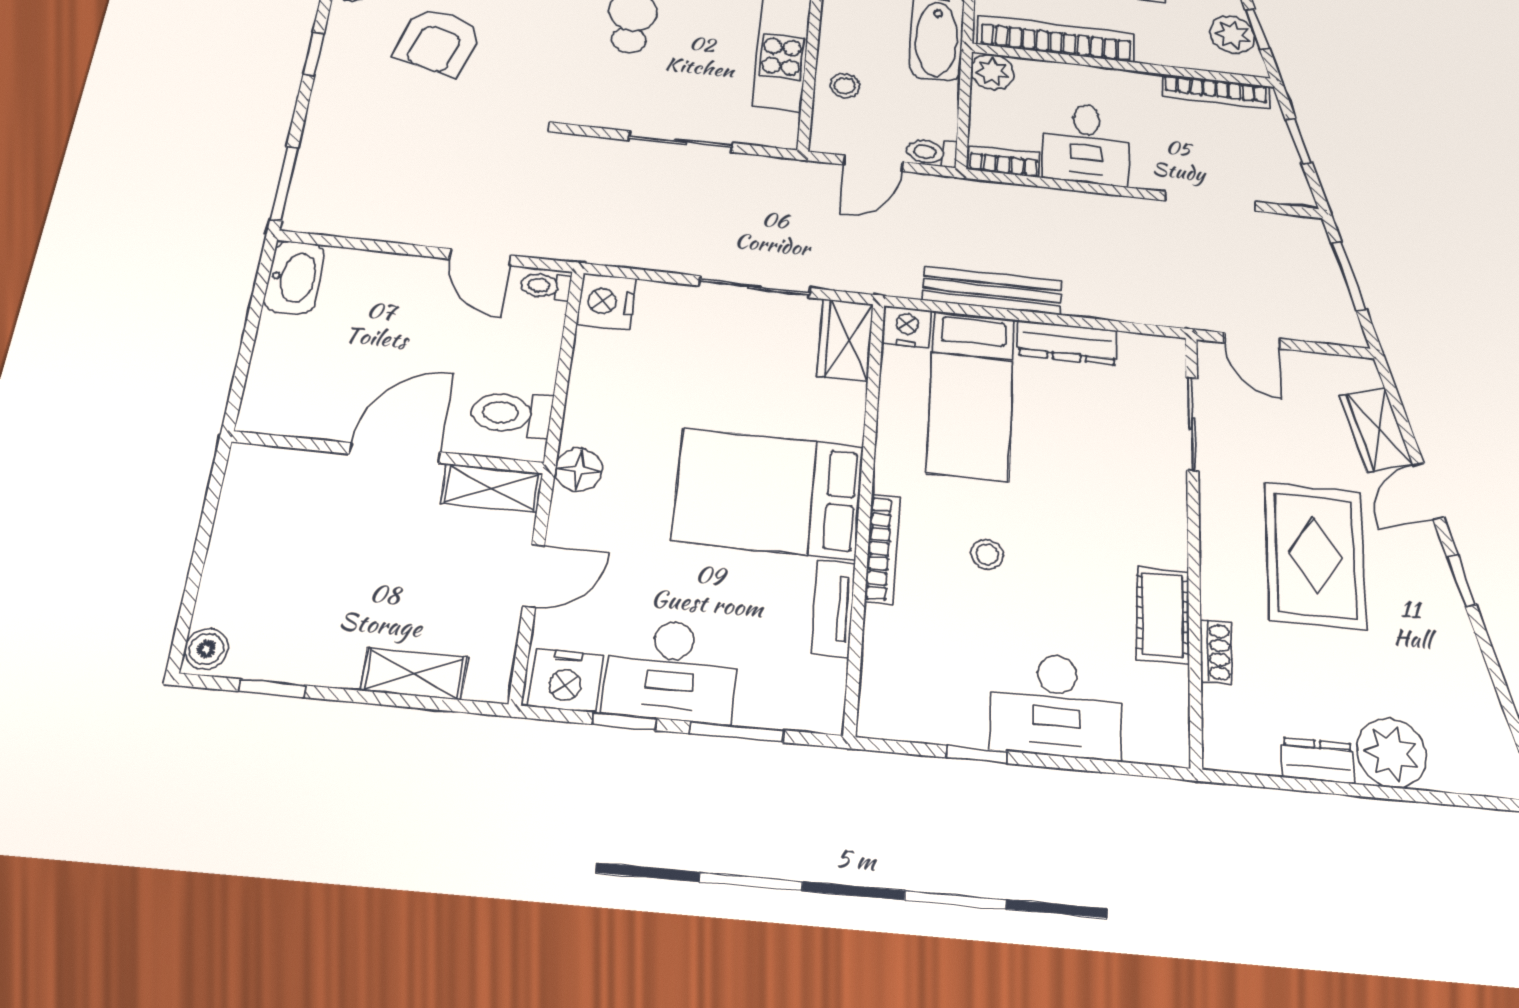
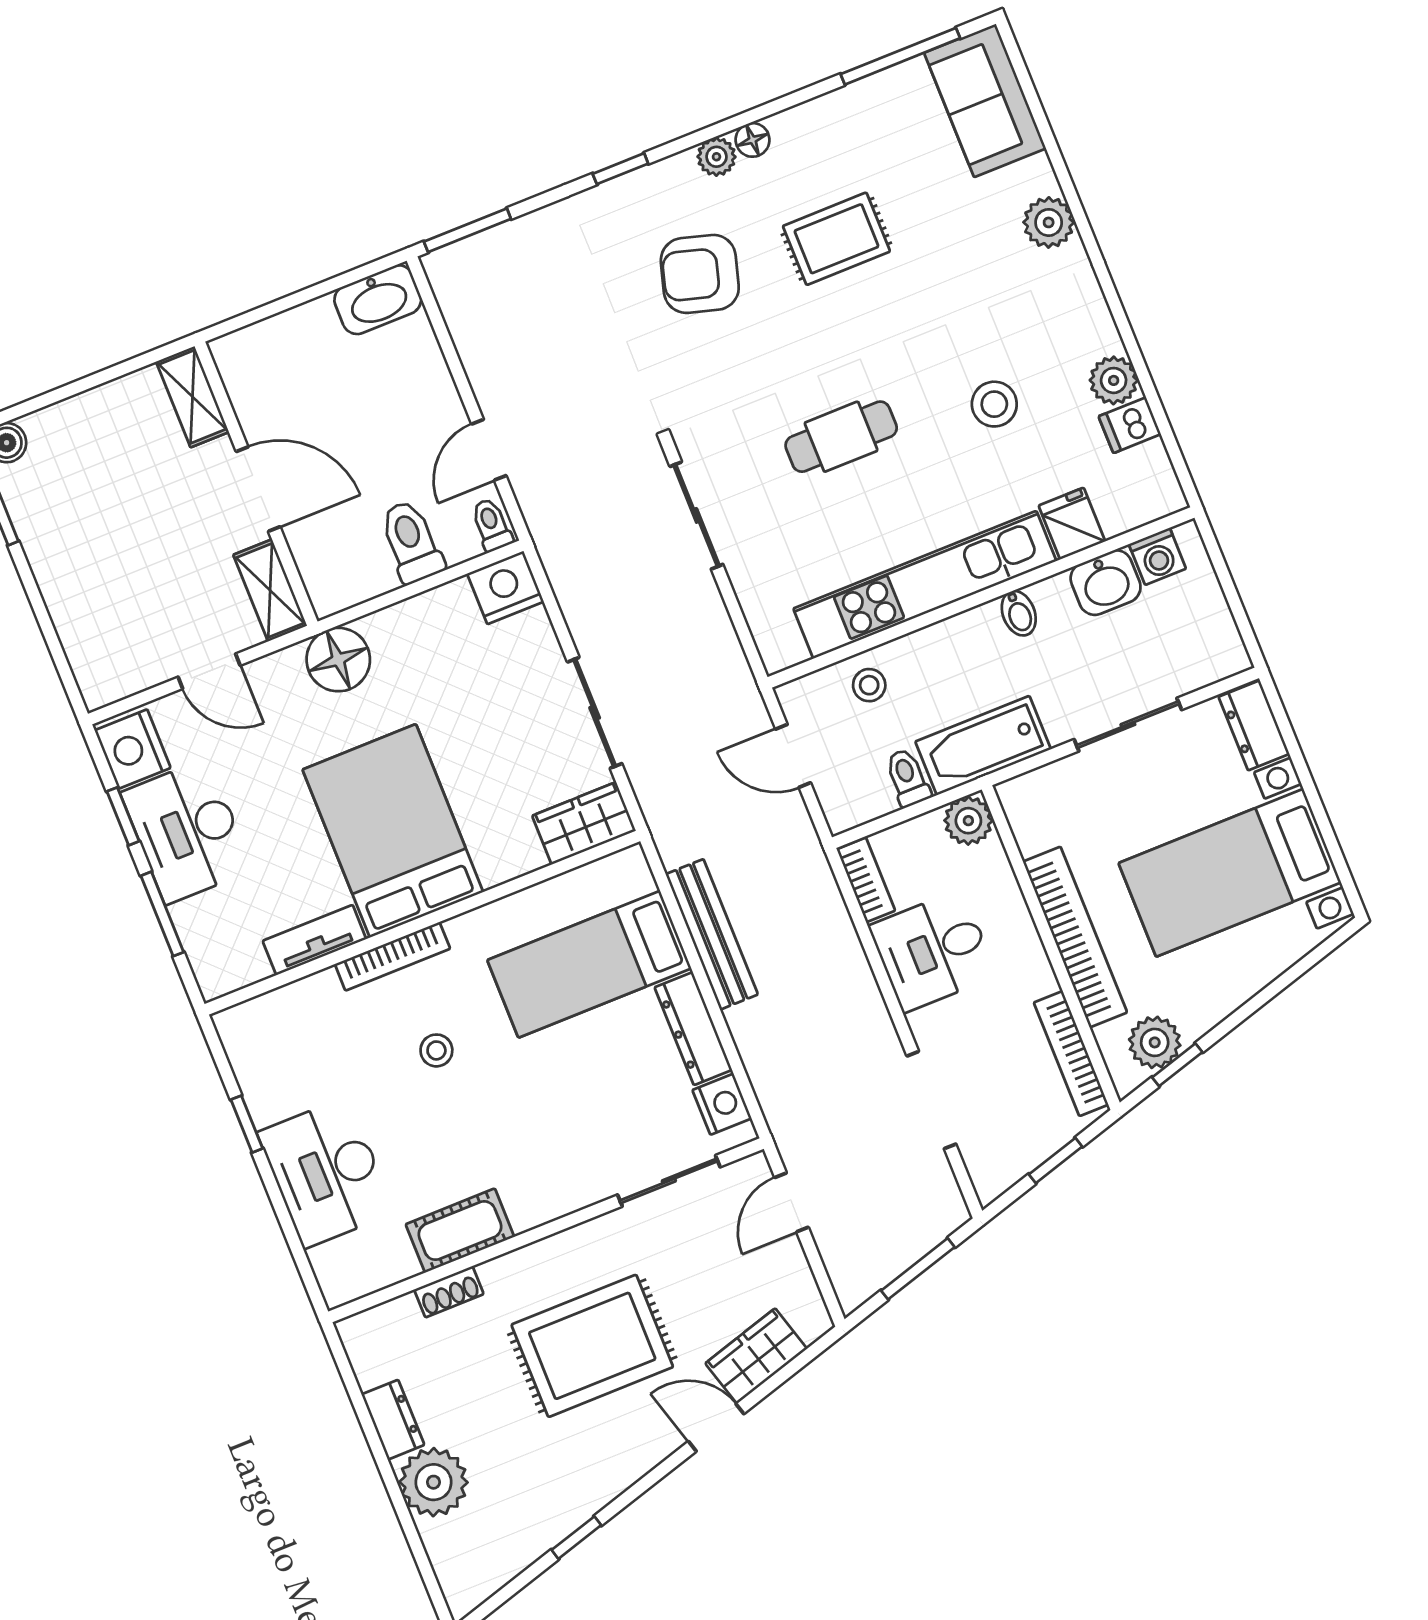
bookcase: (1056, 39) -> (1075, 937), moved
sliding door: (681, 142) -> (696, 515), moved
toilet: (932, 152) -> (908, 778), moved
nightstand: (907, 327) -> (722, 1104), moved
toilet: (511, 413) -> (411, 542), moved
floor lamp: (579, 470) -> (338, 660), width x1.38, depth x1.38
window: (1462, 581) -> (576, 1538), moved
shelving: (414, 674) -> (193, 397), moved

